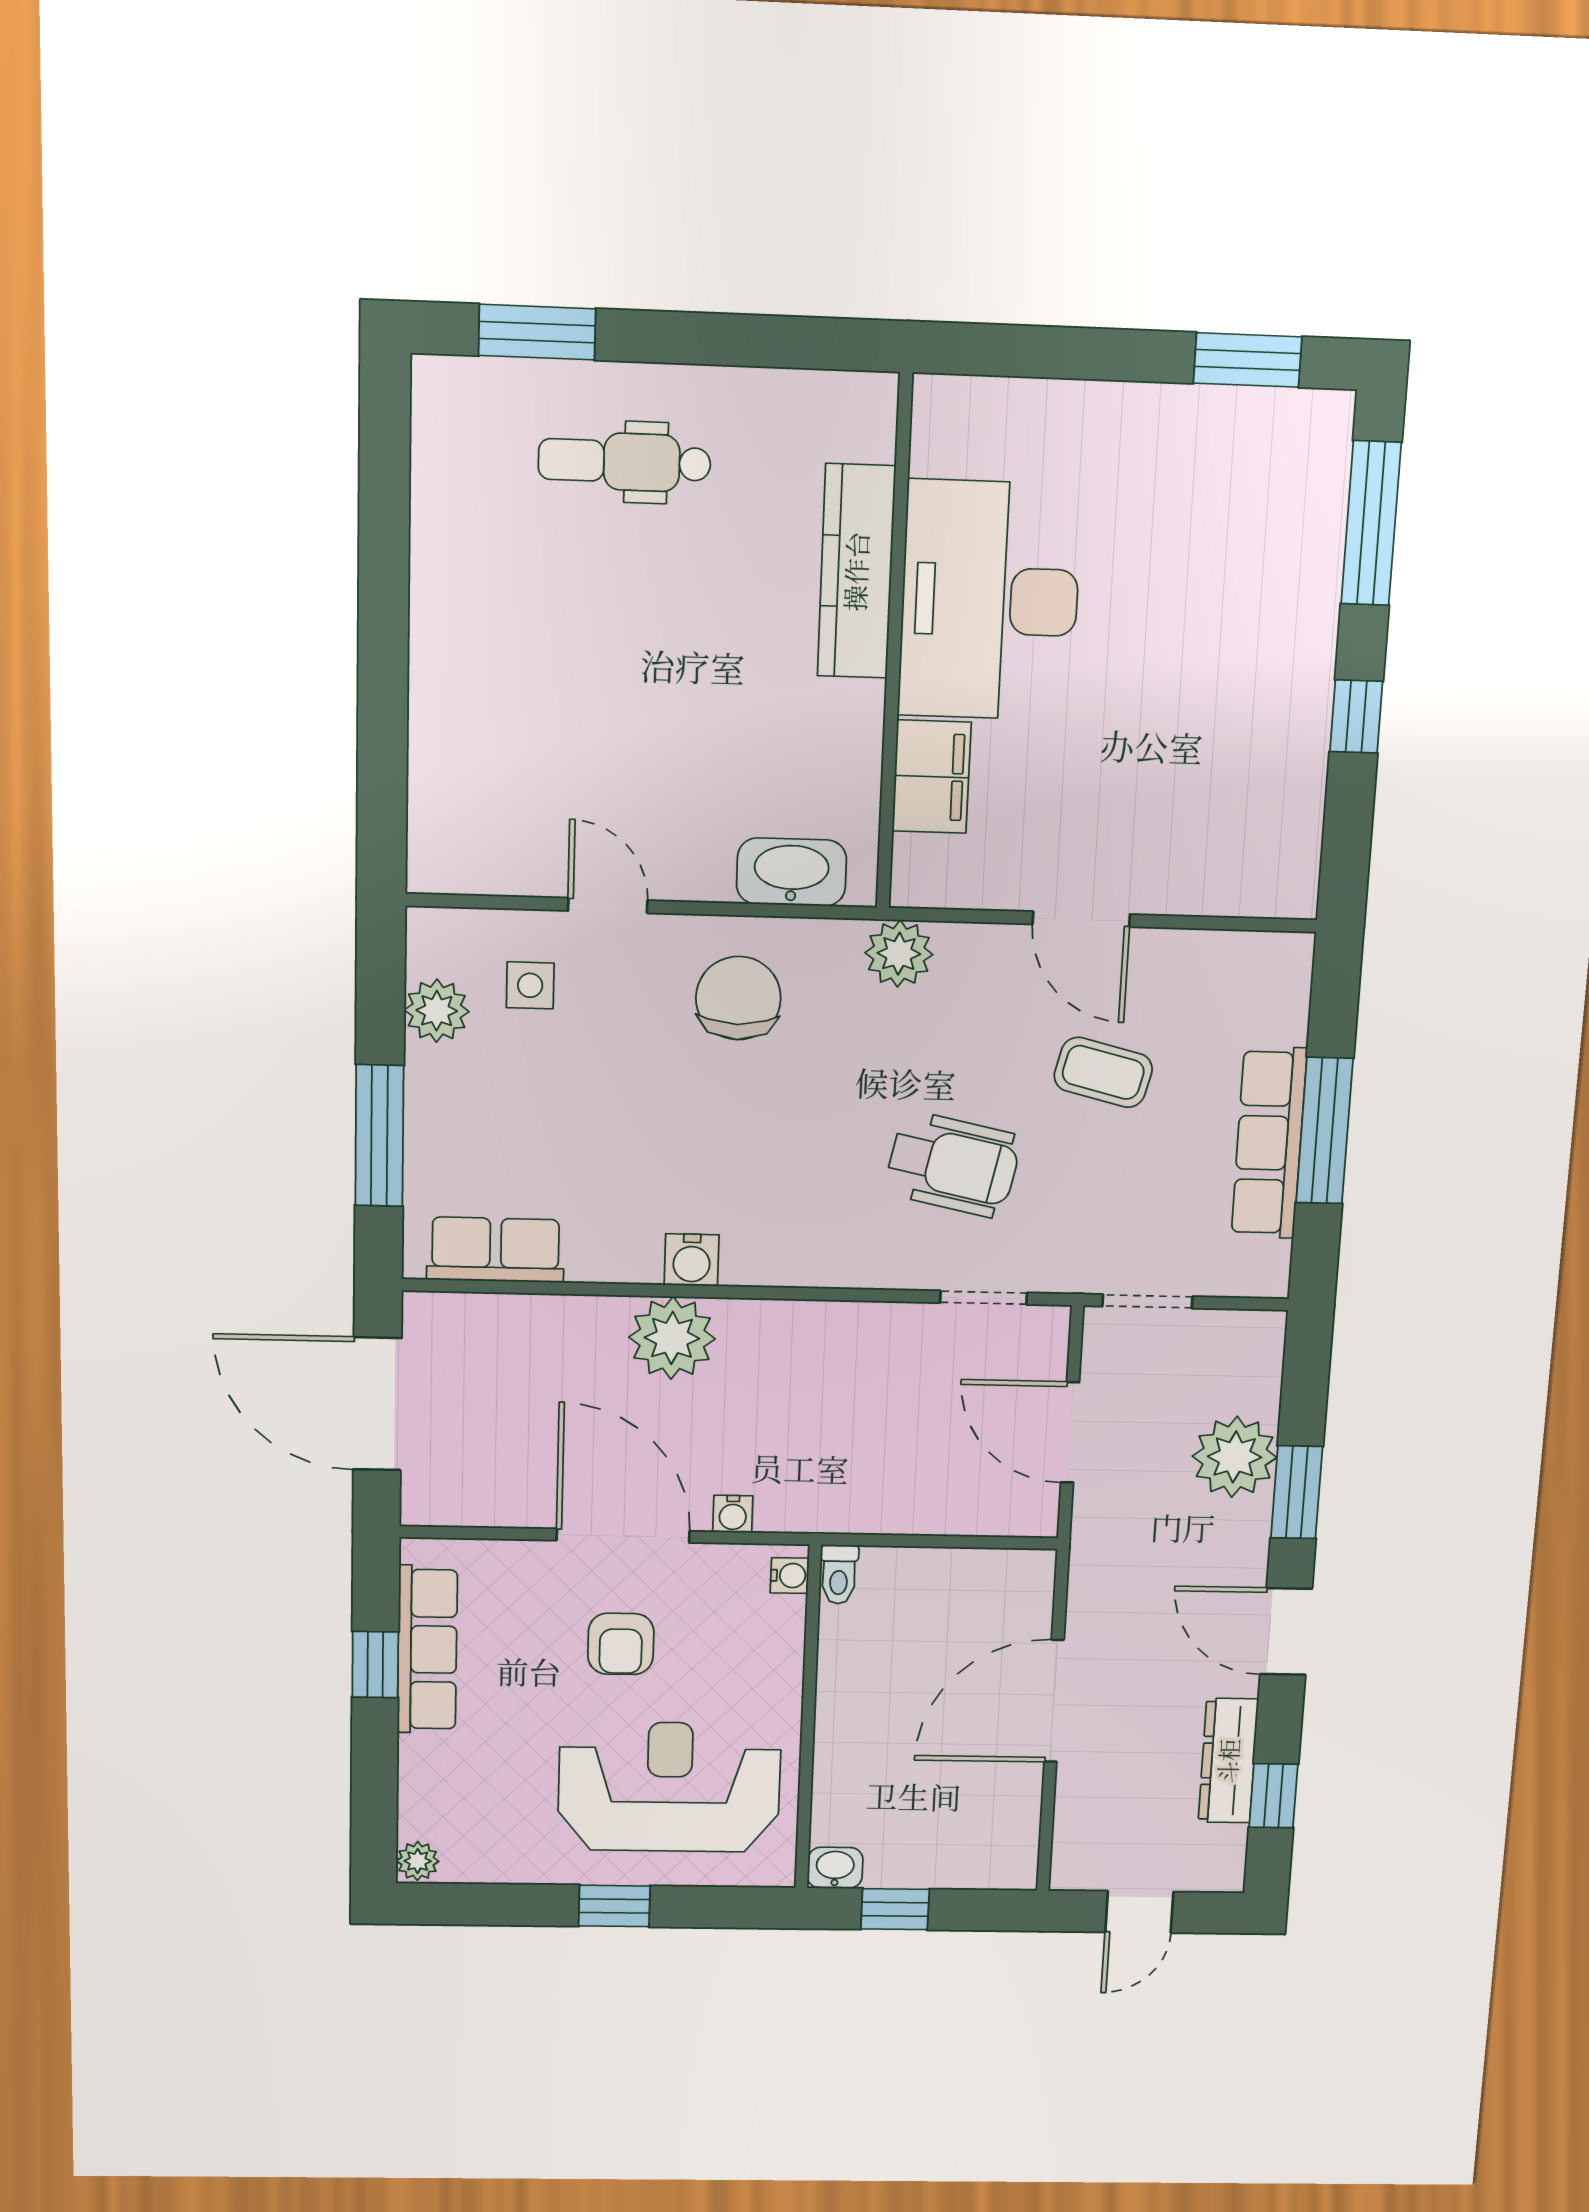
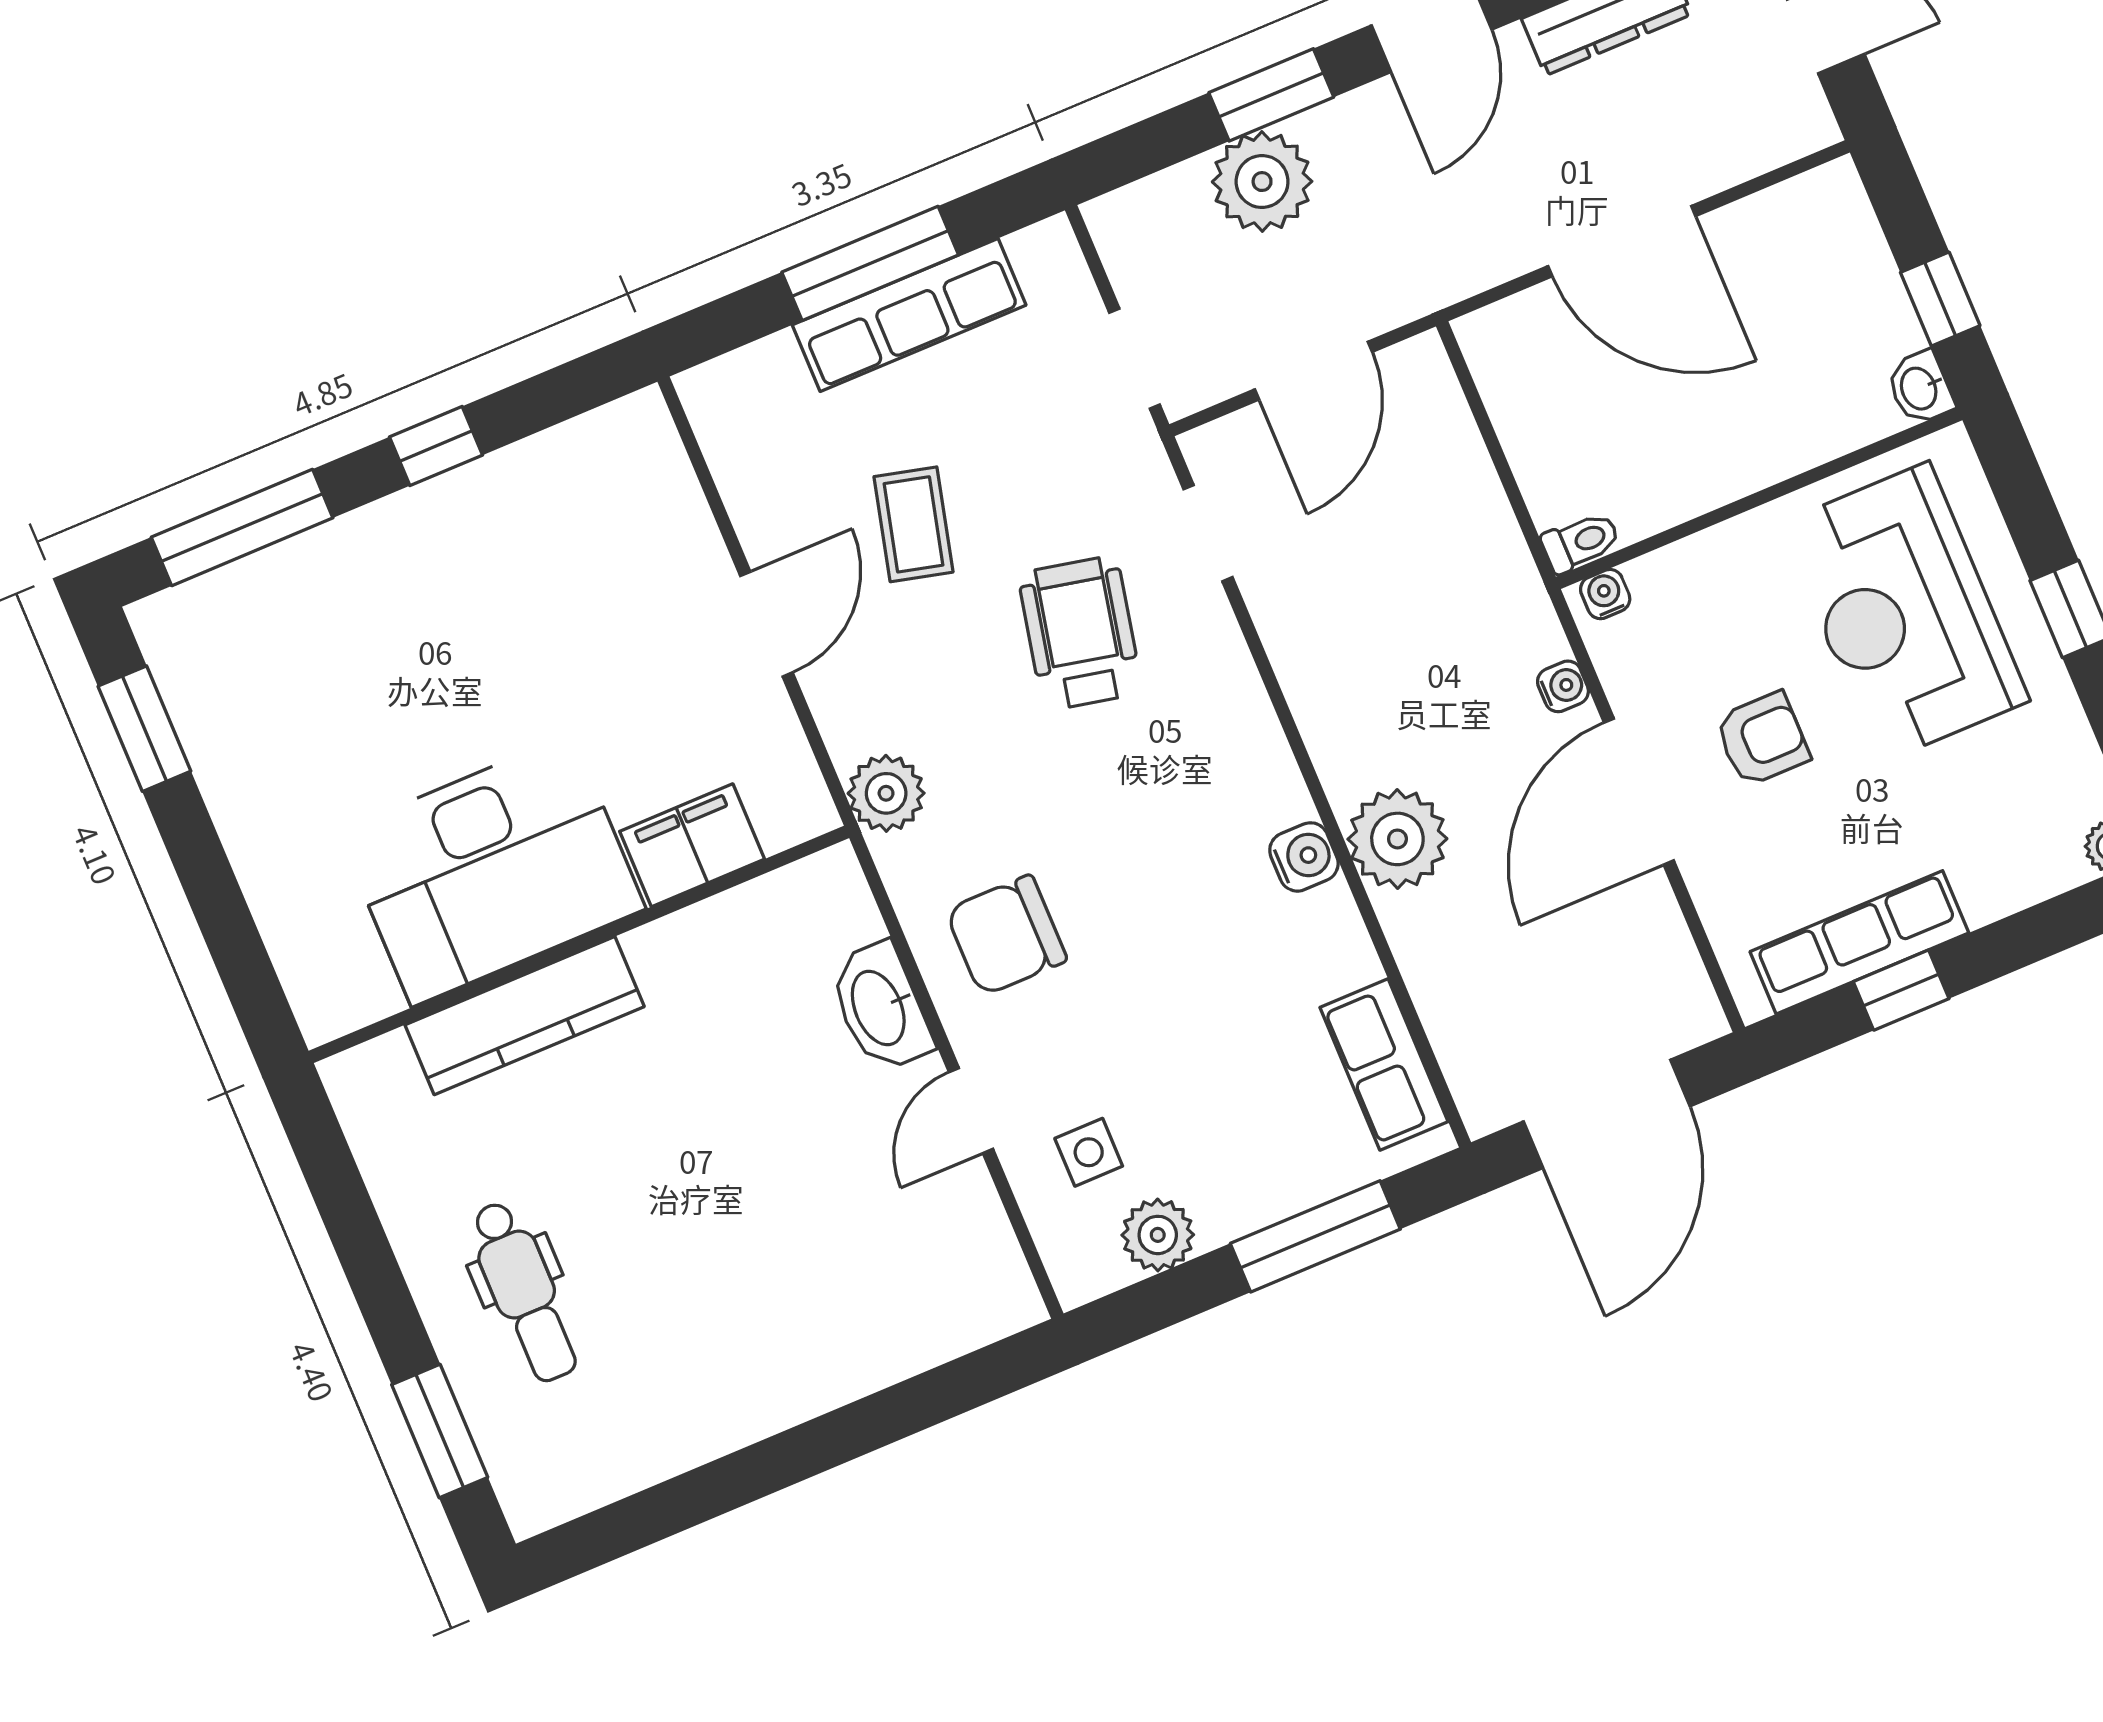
washbasin: (791, 872) -> (880, 1007), moved

